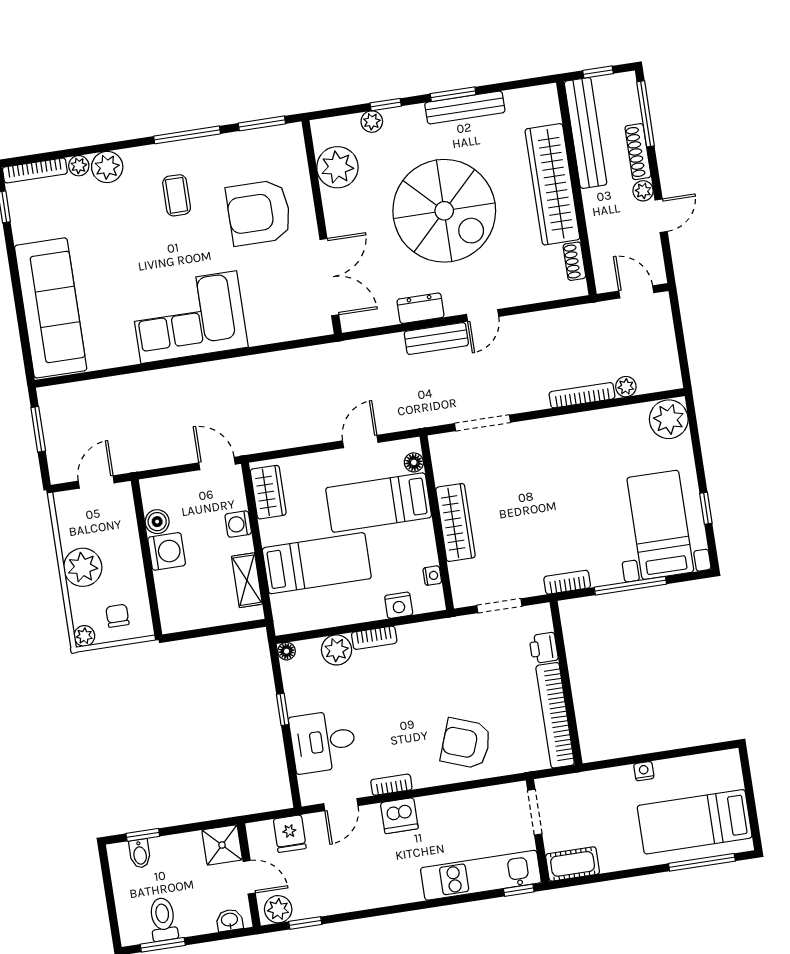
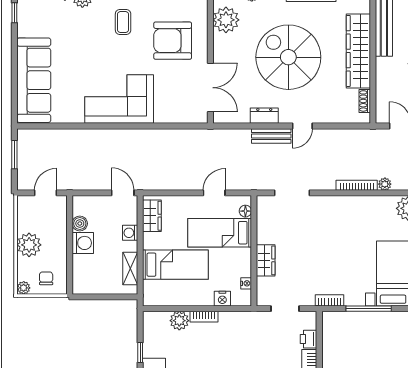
spiral stairs: (444, 211) -> (288, 57), turned 180
wardrobe: (455, 522) -> (266, 260), width x0.67
floor lamp: (287, 651) -> (148, 317), removed

